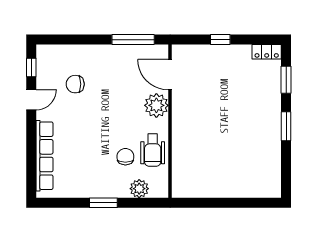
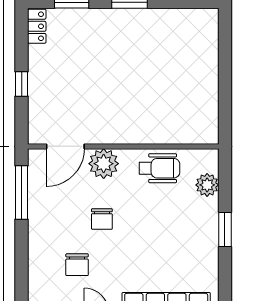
chair: (125, 157) -> (102, 219), moved, turned -90

